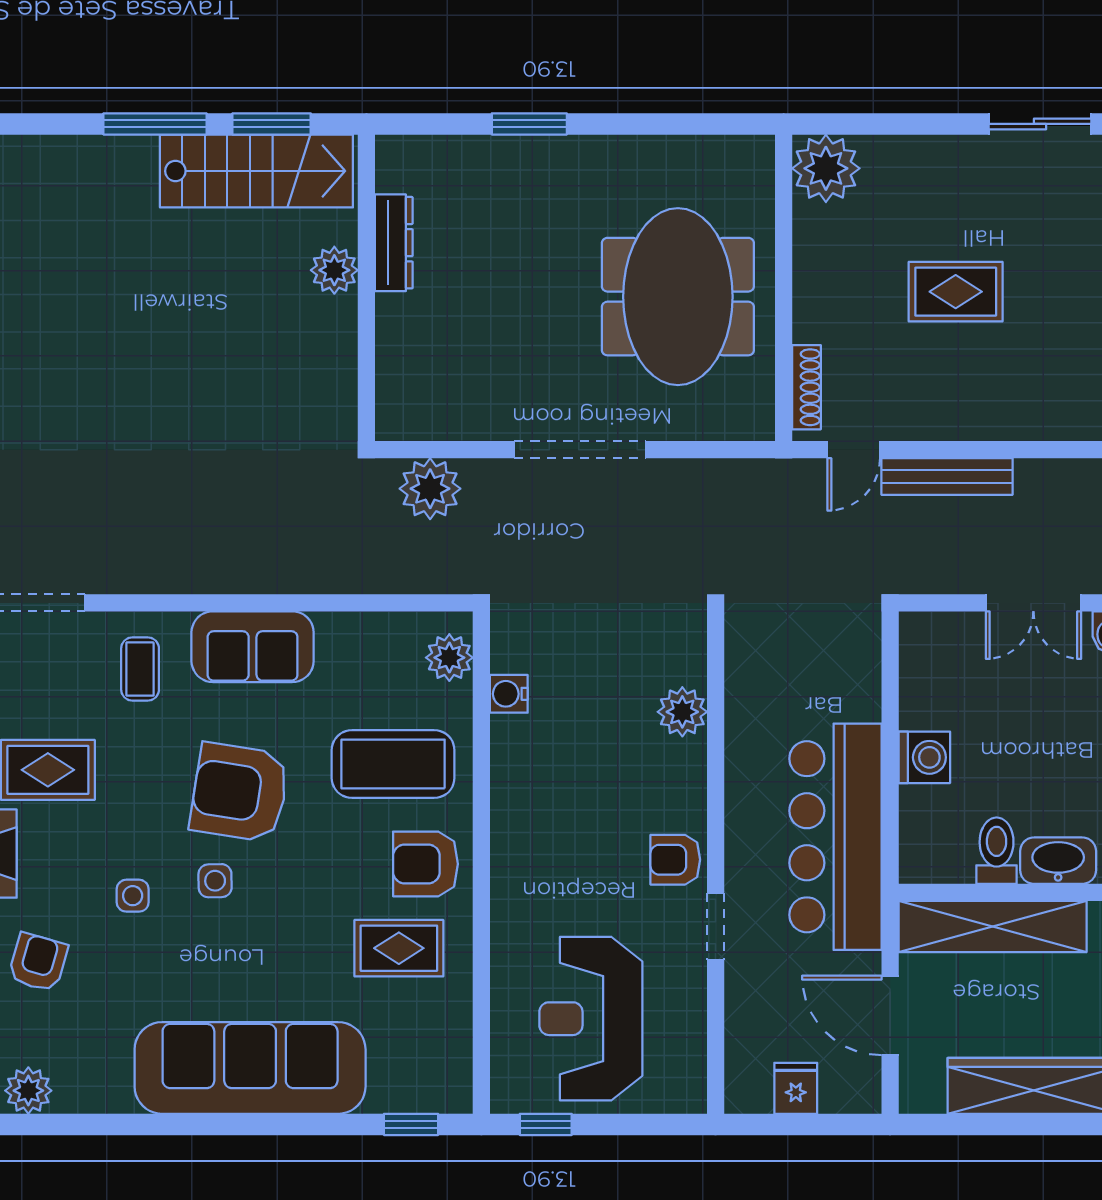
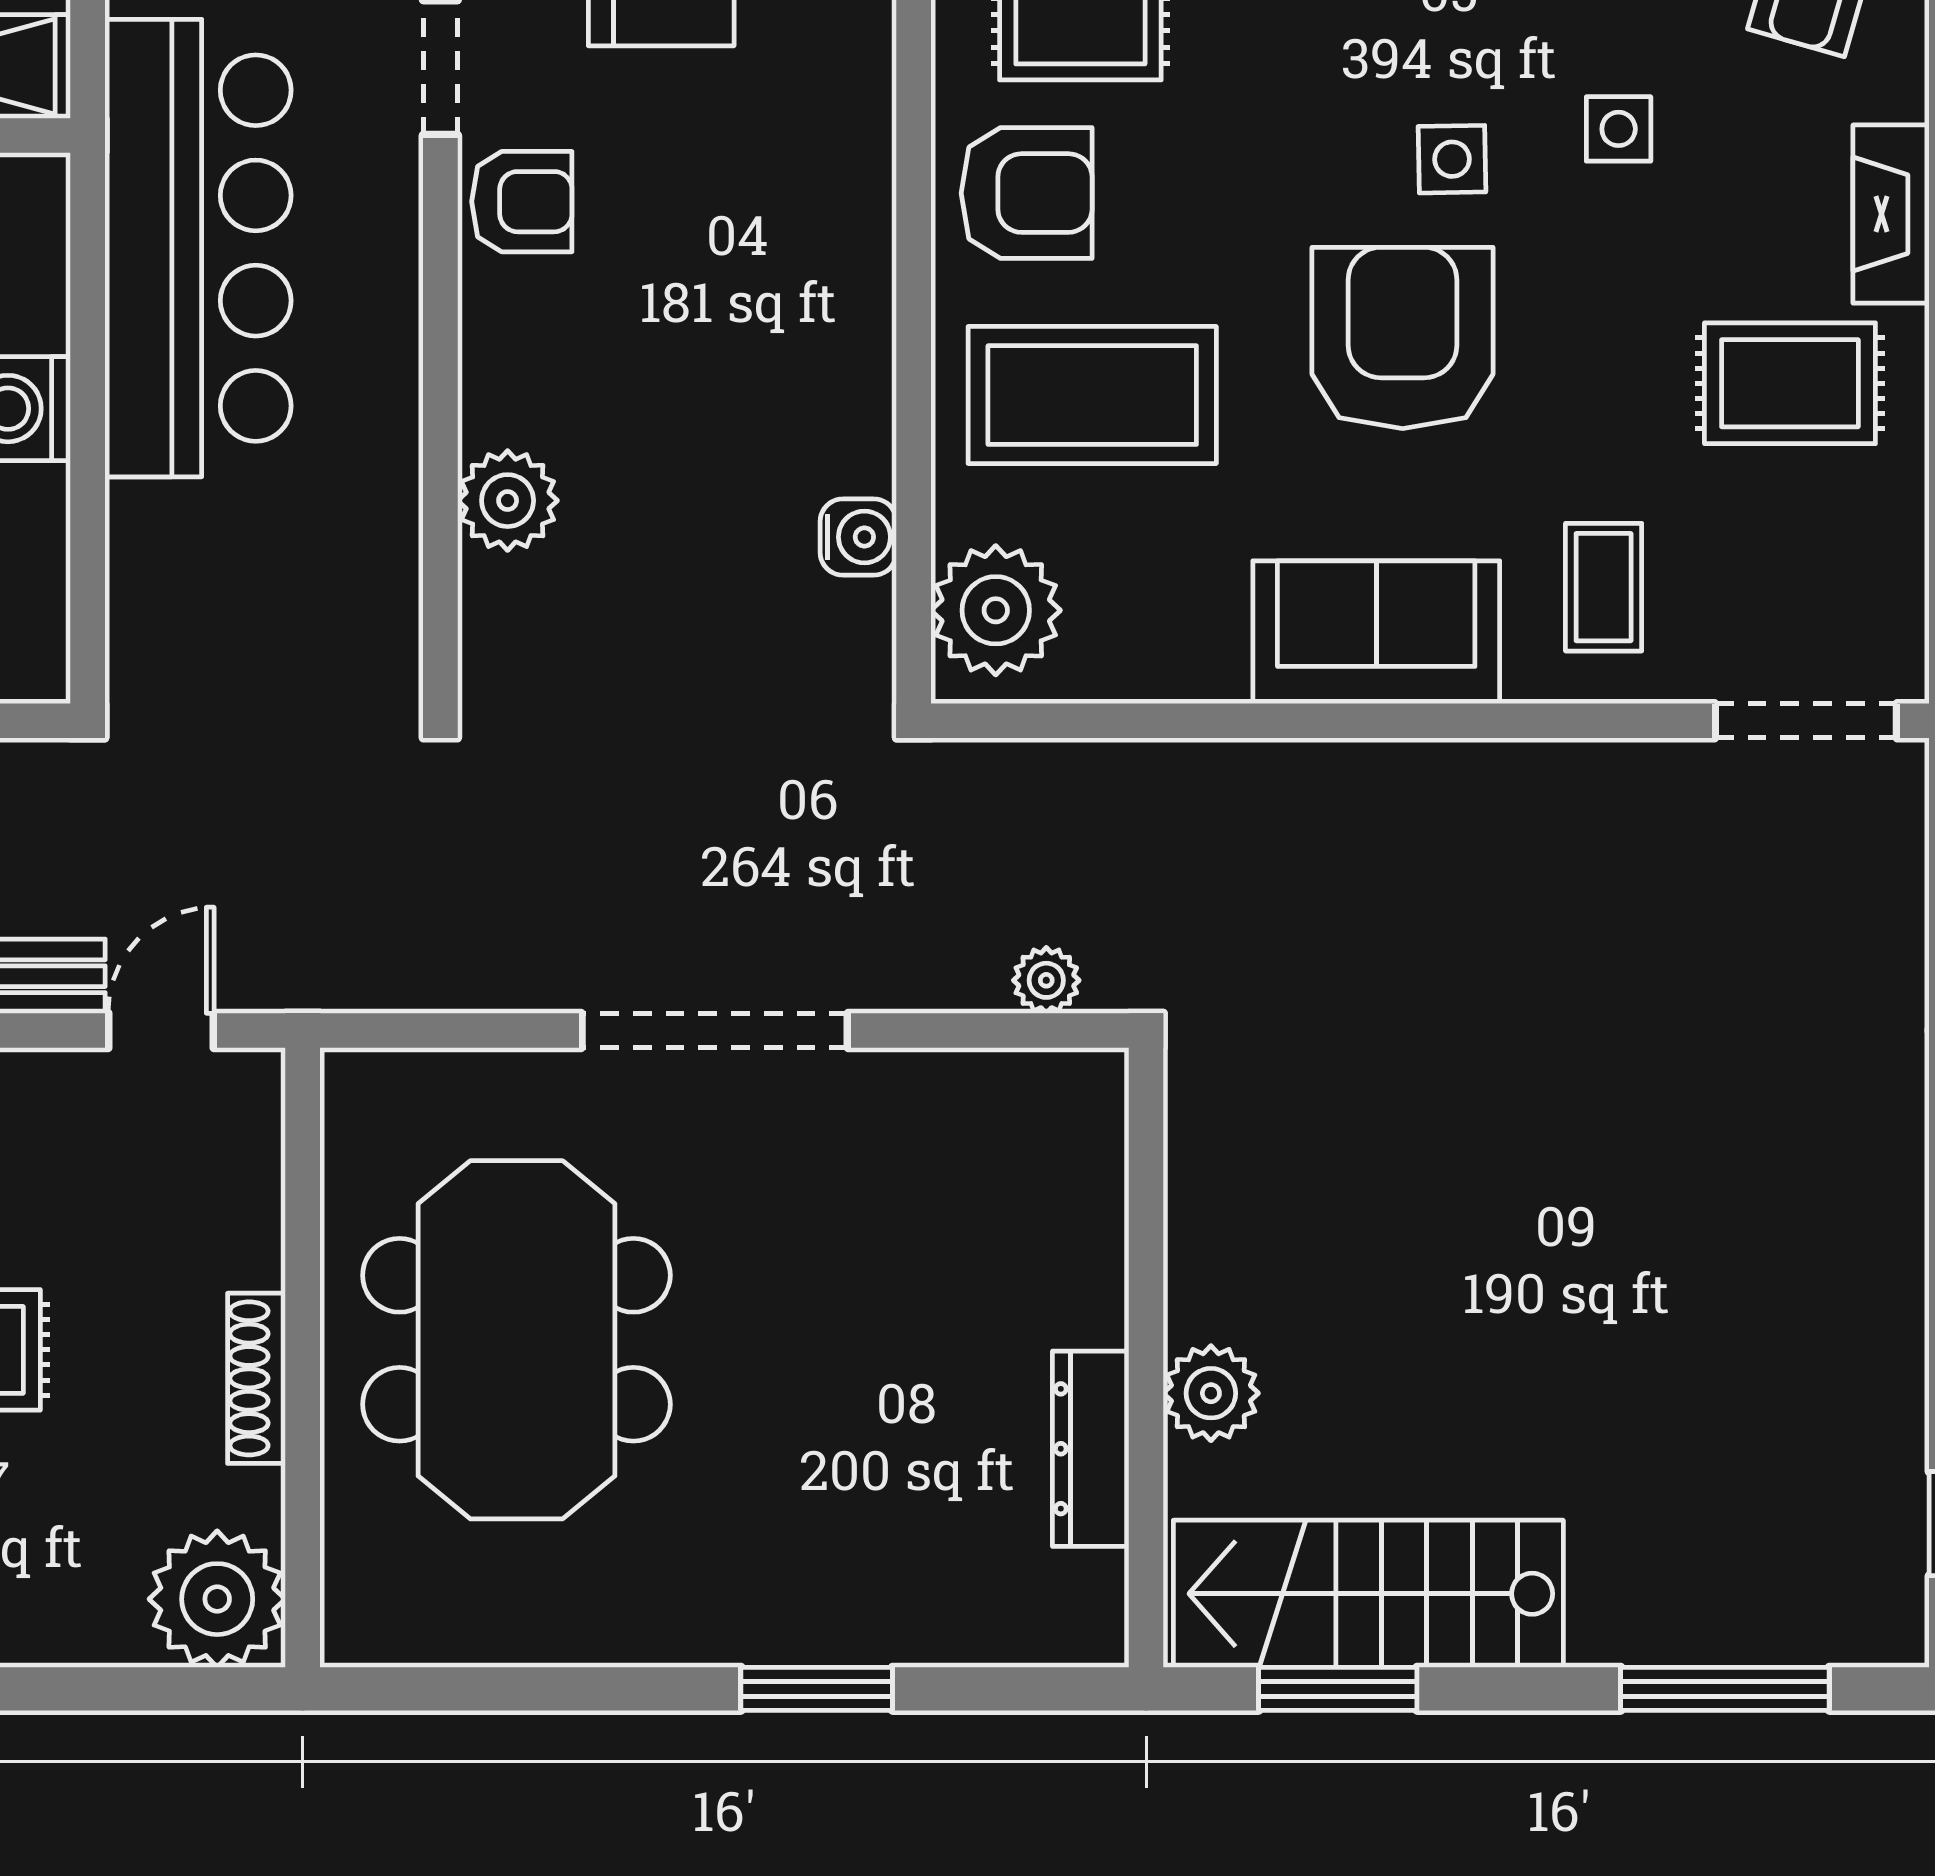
window: (155, 124) -> (1725, 1689), moved
shoe rack: (806, 387) -> (257, 1378), moved
plant: (430, 489) -> (1046, 980), width x0.53, depth x0.53
plant: (449, 658) -> (996, 610), width x1.36, depth x1.36
armchair: (240, 792) -> (1403, 338), turned -99

